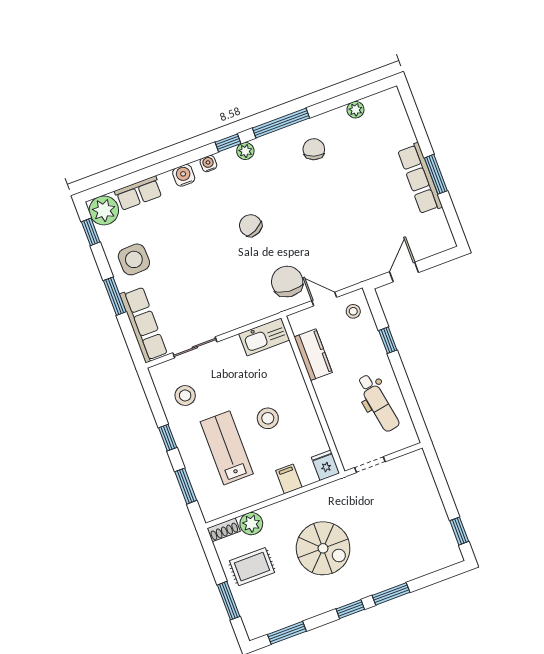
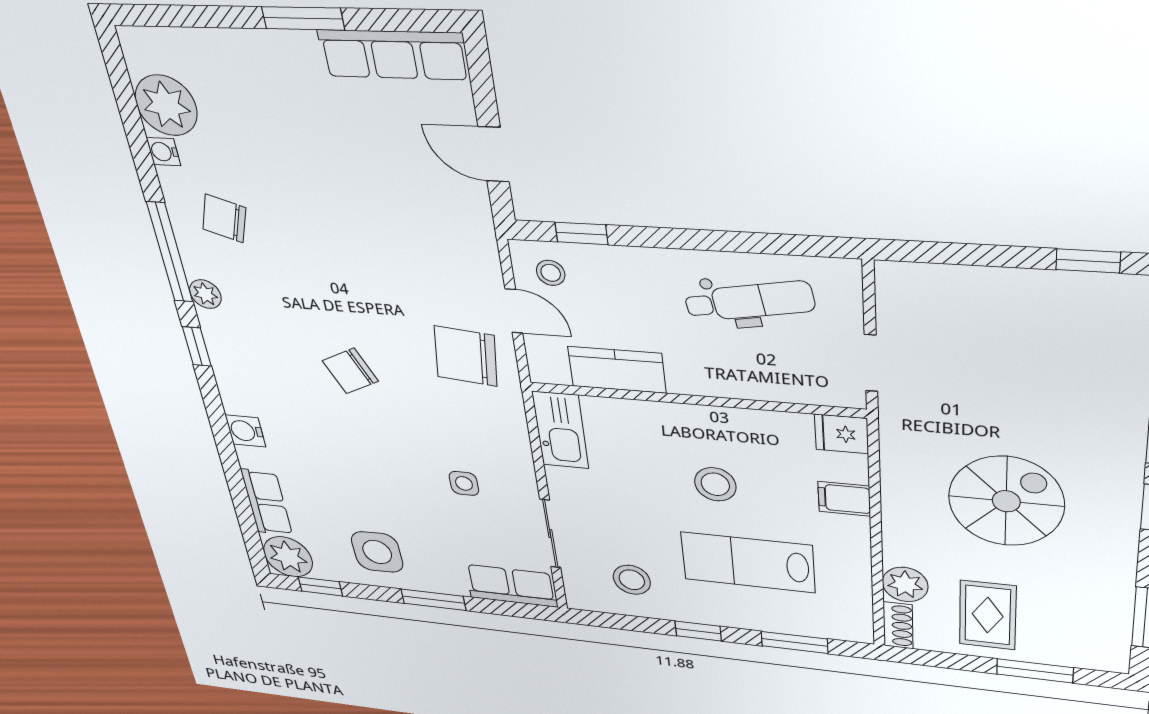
plant: (355, 110) -> (166, 105), width x1.88, depth x1.88
plant: (245, 151) -> (205, 294), moved
water cooler: (208, 164) -> (163, 152), moved
row of seats: (420, 179) -> (393, 55), moved
side table: (206, 297) -> (464, 483), added
door: (324, 299) -> (514, 311), swing flipped
row of seats: (144, 324) -> (511, 586), width x0.68
window: (388, 340) -> (581, 233), moved

